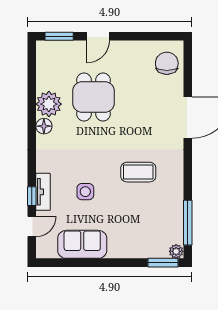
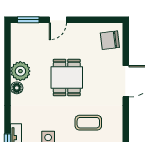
chair: (167, 63) -> (110, 40), turned -97
dining table: (93, 97) -> (67, 78), moved

